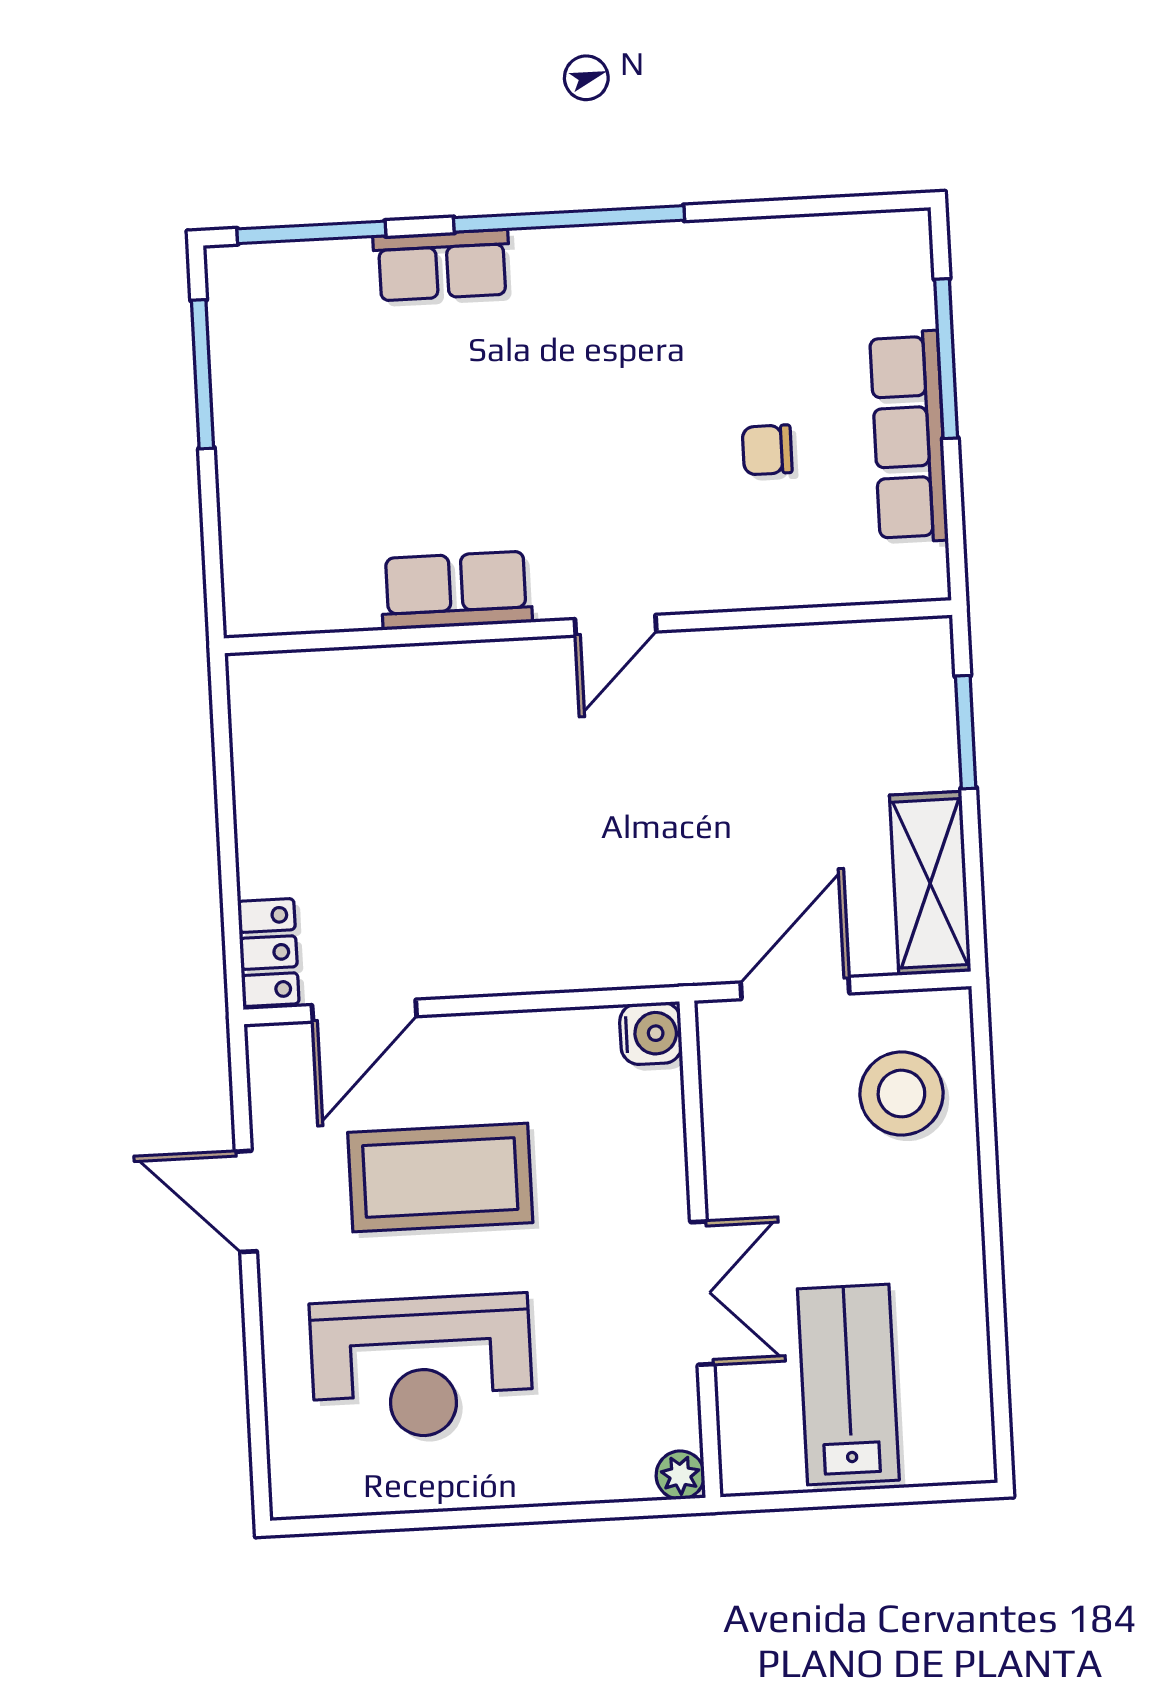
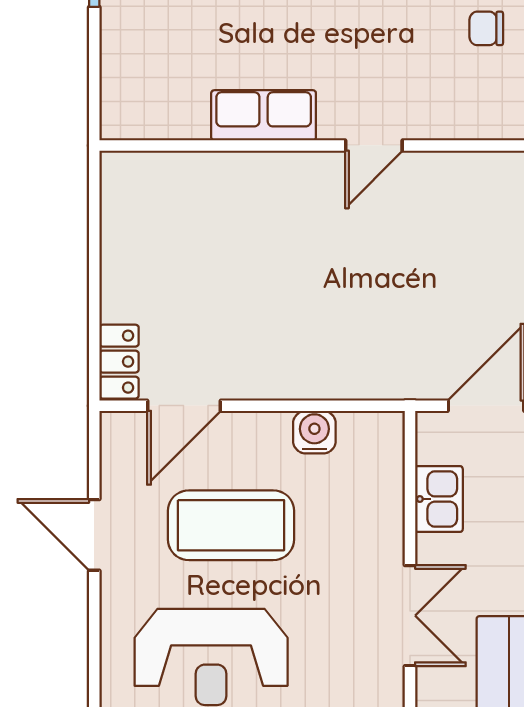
water cooler: (651, 1033) -> (314, 432), moved, turned -90
kitchen sink: (735, 1125) -> (439, 499), added

